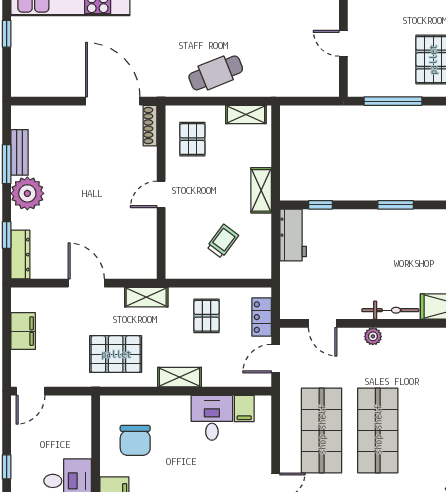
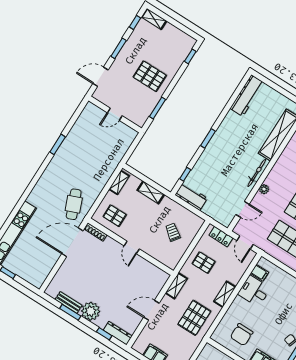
cafe table: (216, 73) -> (74, 204), moved
window: (393, 101) -> (157, 108), width x0.69
shelving: (261, 190) -> (151, 192), moved
chair: (135, 440) -> (242, 335), turned 90

